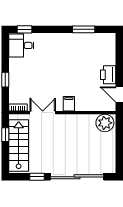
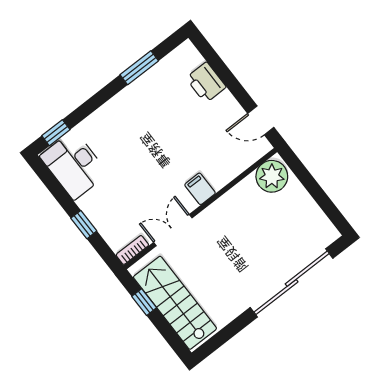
desk: (21, 45) -> (74, 165), width x1.37
printer: (108, 75) -> (206, 82), moved
window: (37, 177) -> (235, 327), removed

